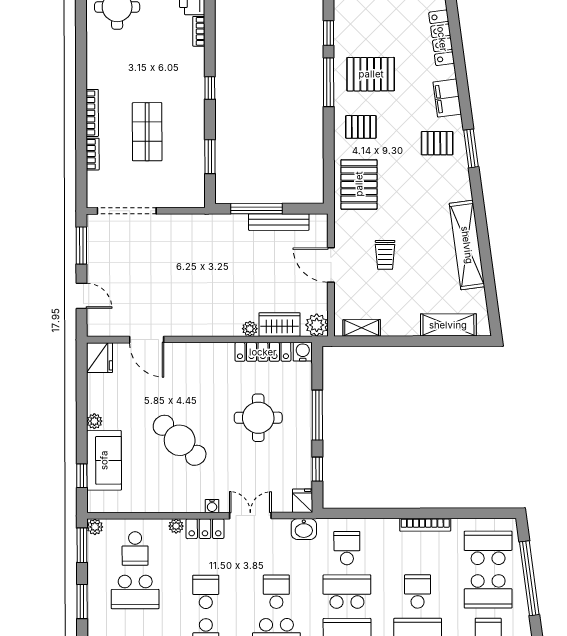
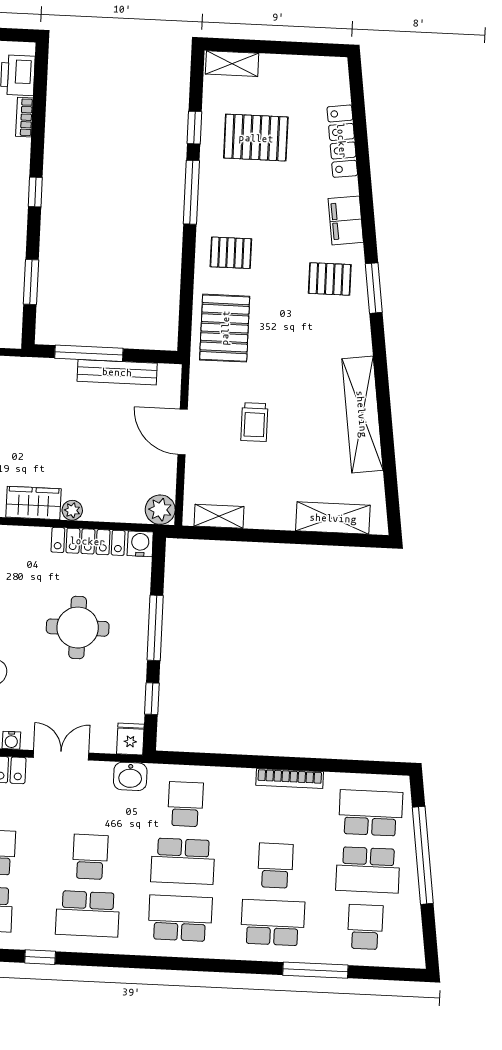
pallet: (371, 74) -> (256, 138), moved
wardrobe: (279, 324) -> (34, 503), moved
school desk: (347, 592) -> (183, 861), turned 180

